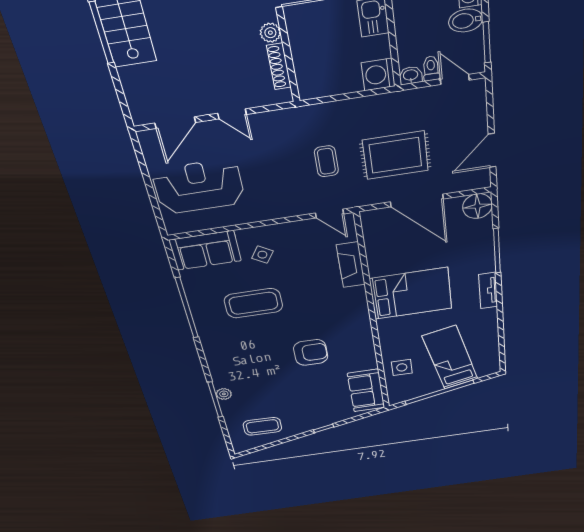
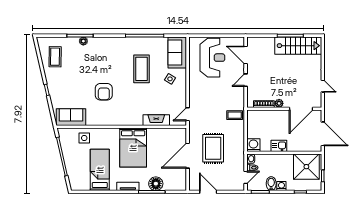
coffee table: (326, 161) -> (235, 115), moved
floor lamp: (477, 206) -> (156, 184), moved
bed: (450, 358) -> (100, 170), moved, turned -77

